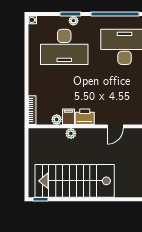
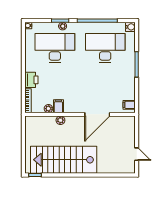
desk: (64, 47) -> (55, 48), turned 180
printer: (85, 117) -> (31, 80), moved, turned 90
door: (115, 126) -> (97, 114), width x1.87

